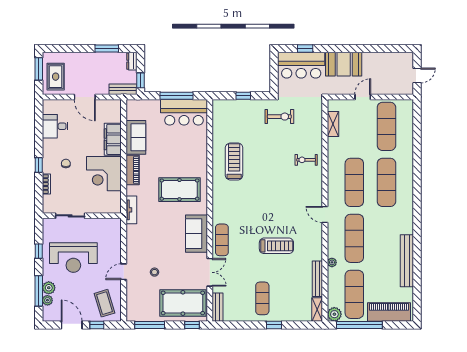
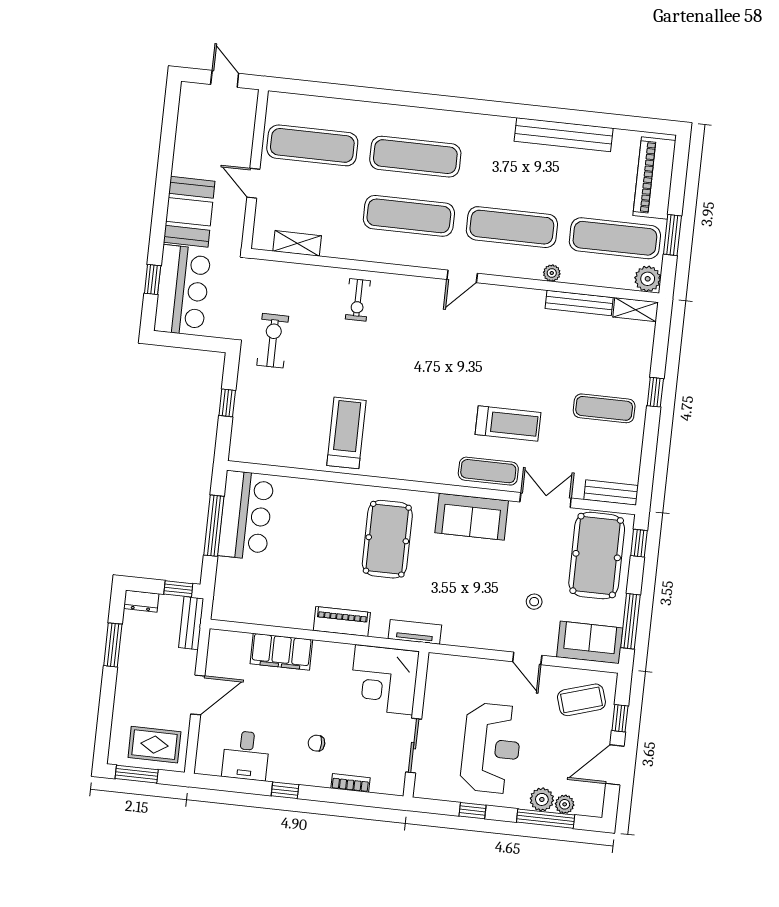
sofa: (136, 137) -> (590, 642), moved
treadmill: (234, 161) -> (346, 433), turned 90
window: (39, 165) -> (285, 790), moved
corner desk: (104, 174) -> (384, 680), moved, turned 90
treadmill: (276, 246) -> (508, 423), moved, turned 90
window: (359, 325) -> (672, 235), width x0.47

